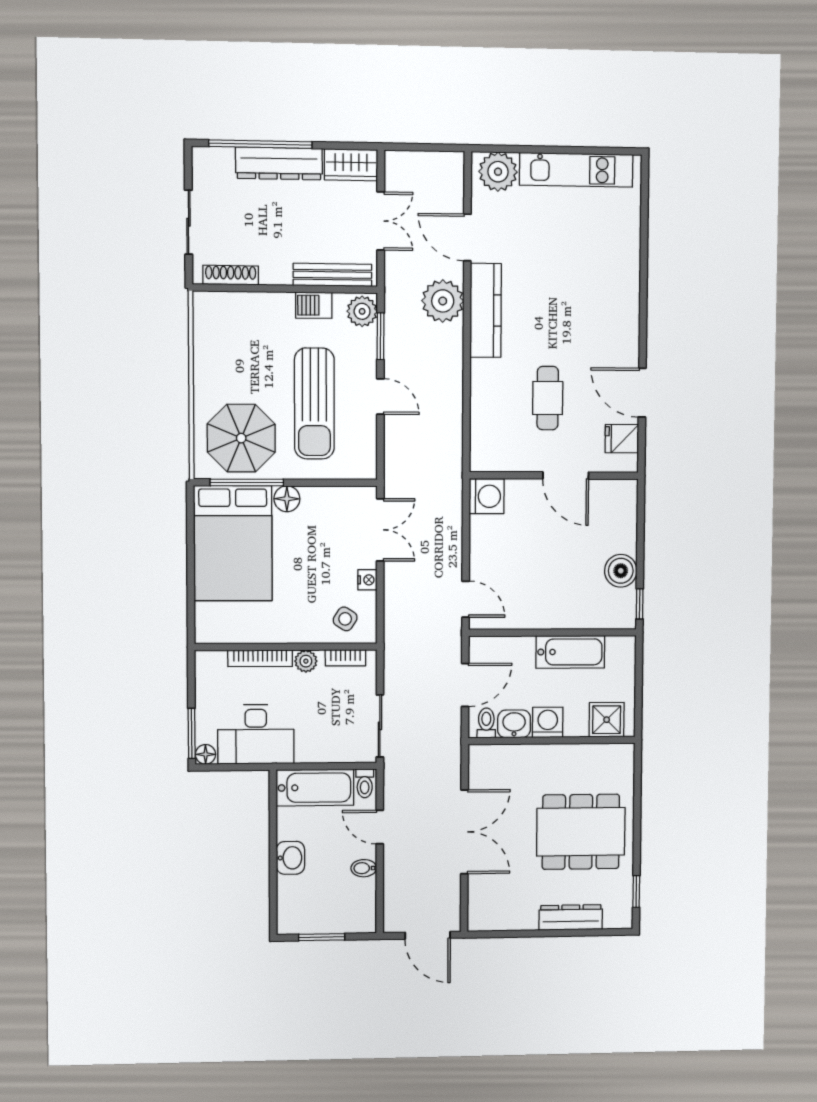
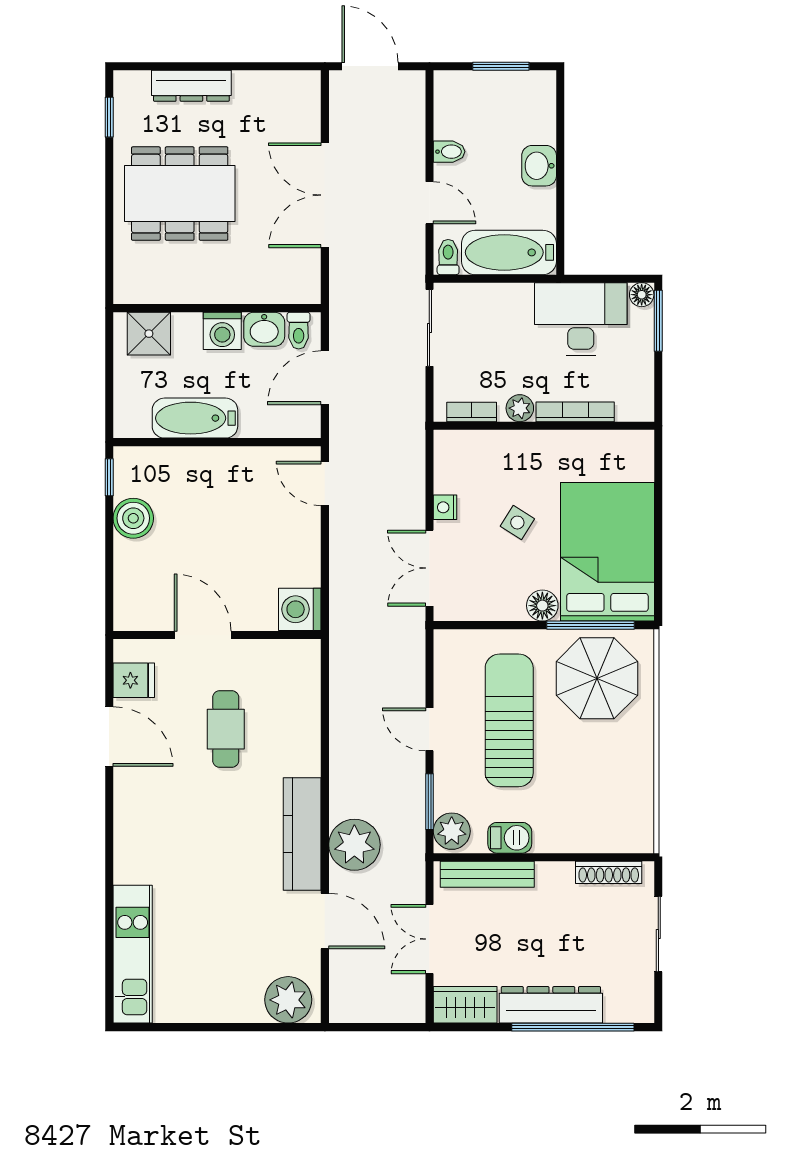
kitchen unit: (576, 170) -> (133, 954), moved, turned 90
side table: (345, 619) -> (517, 523), moved

